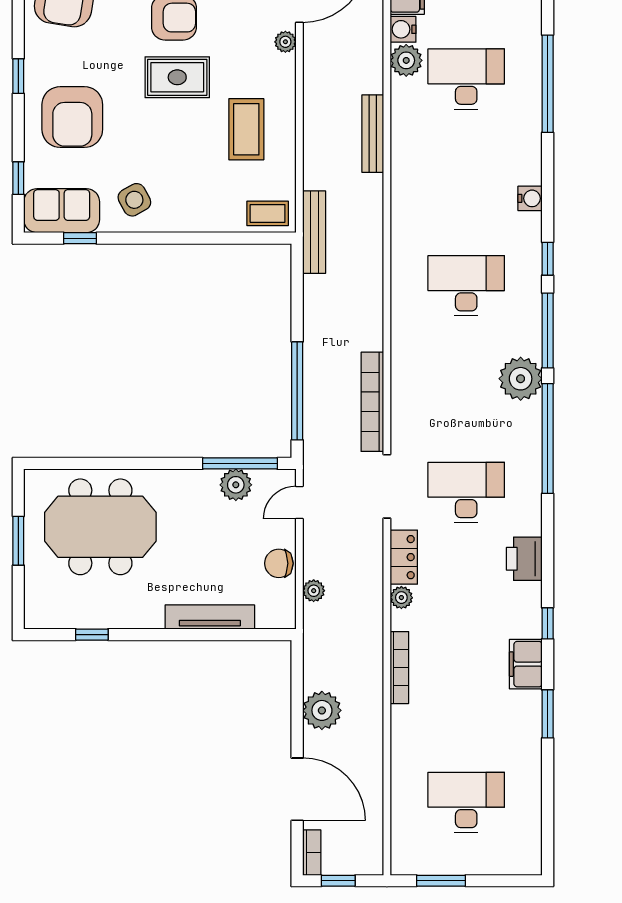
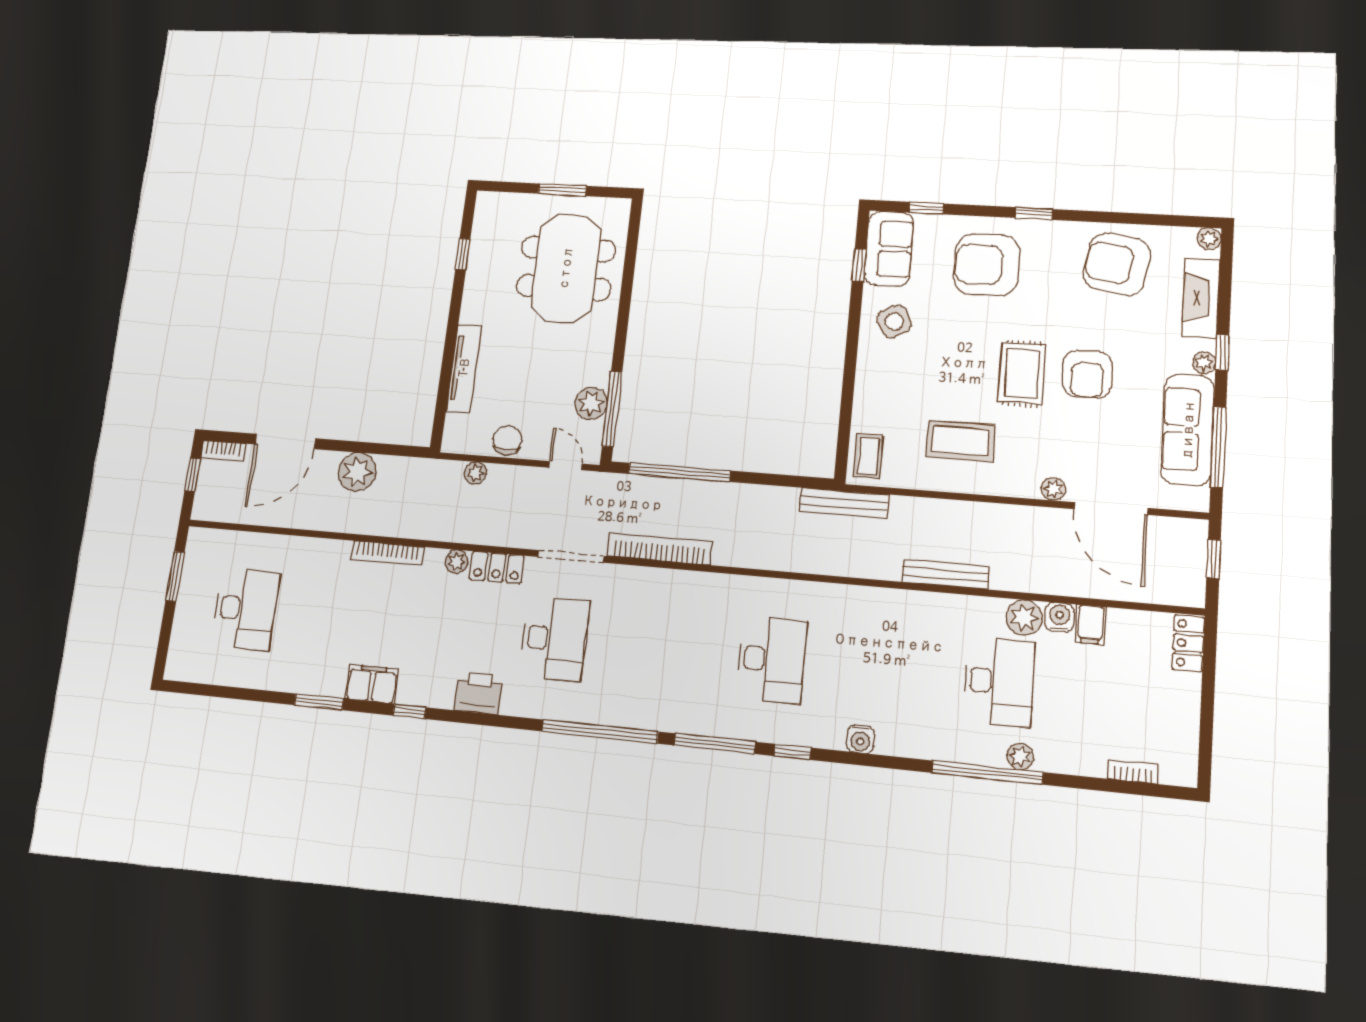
plant: (521, 379) -> (1020, 756), moved, width x0.53, depth x0.53

